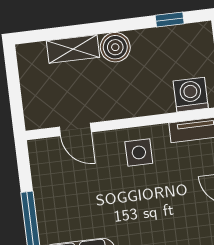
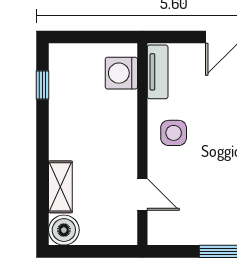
boiler: (115, 47) -> (64, 230), moved
door: (75, 129) -> (142, 195), hinge flipped

